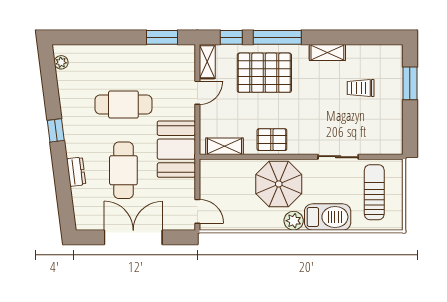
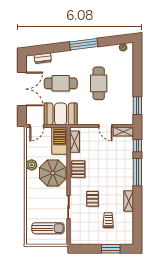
pallet: (264, 73) -> (92, 199), moved, width x0.49, depth x0.50
window: (56, 130) -> (84, 44), width x2.17
booth: (176, 149) -> (61, 114), moved
dresser: (76, 172) -> (43, 58), moved
barbecue: (328, 217) -> (60, 141), moved, turned 180
plant: (294, 221) -> (32, 165), moved

